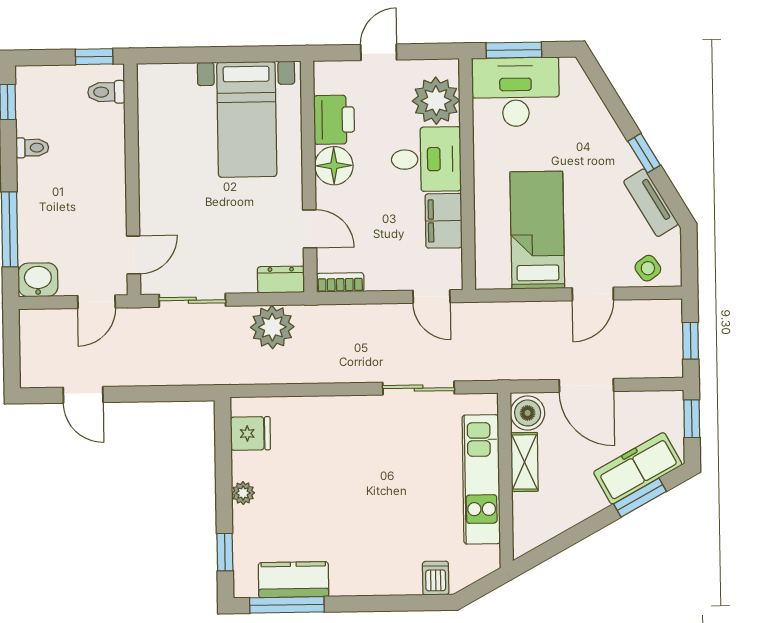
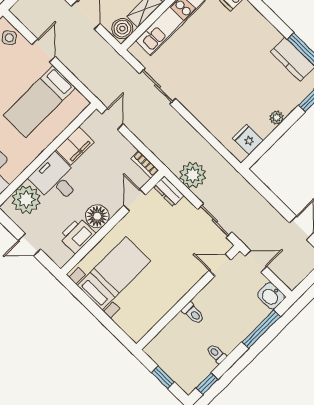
window: (94, 57) -> (163, 377), moved
toilet: (106, 92) -> (193, 313), moved
door: (593, 294) -> (44, 51), hinge flipped

